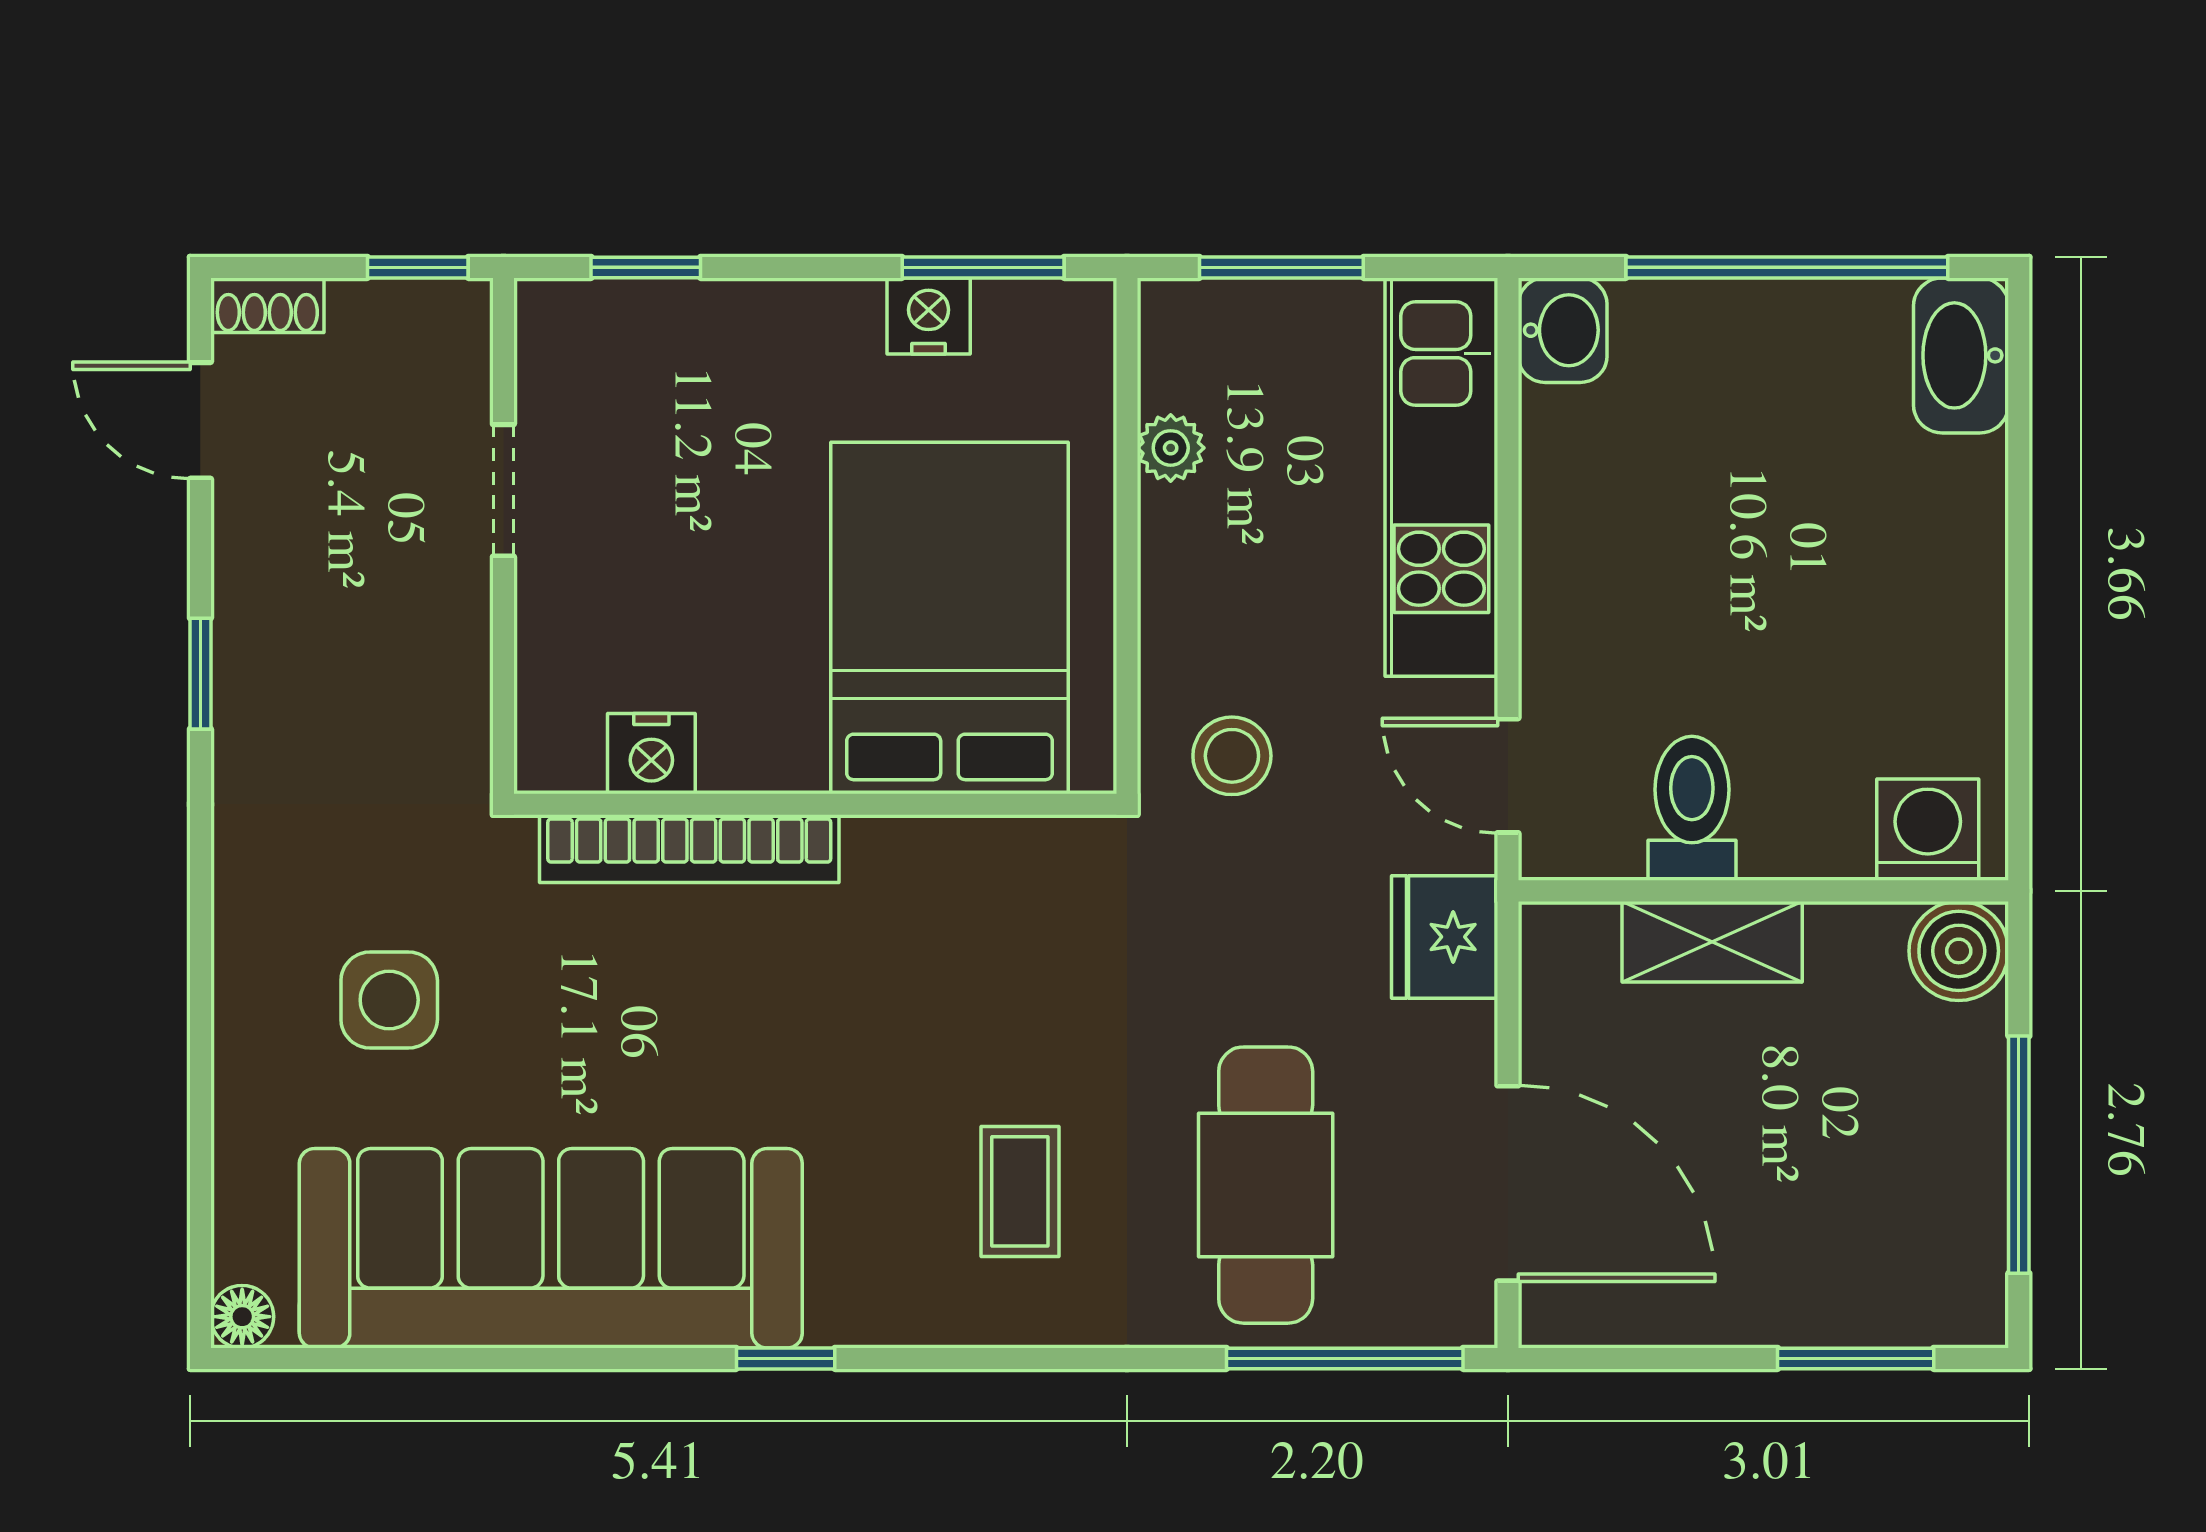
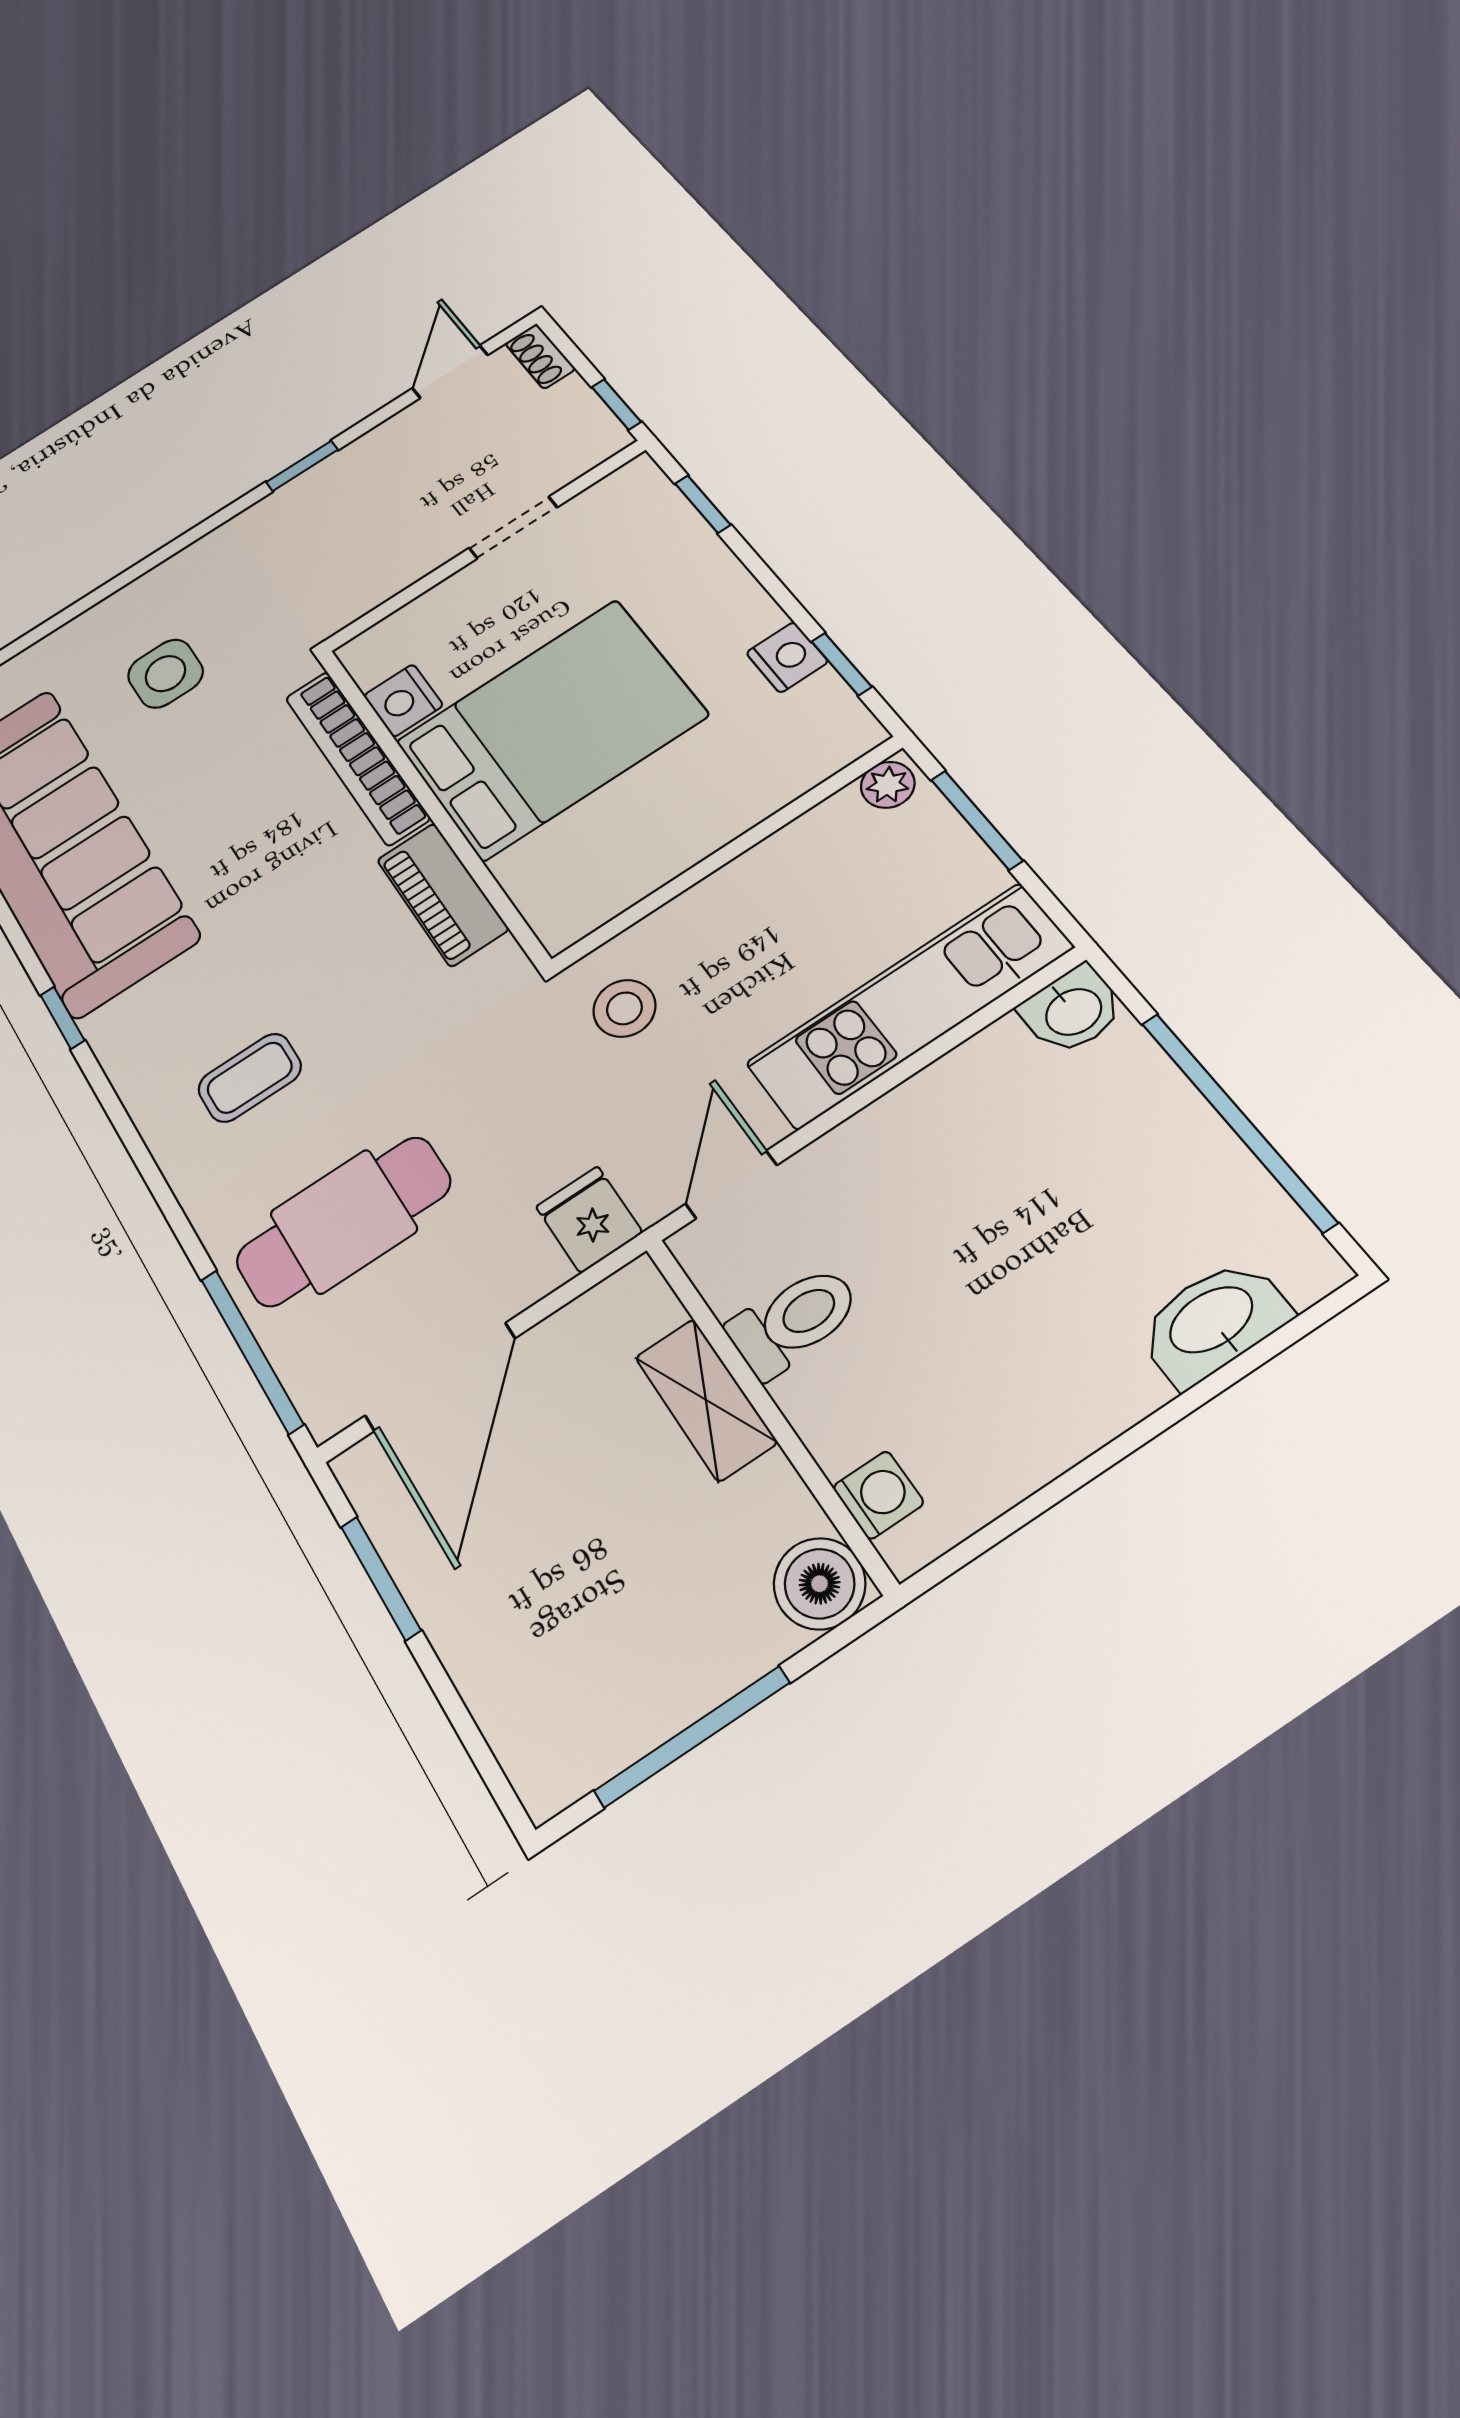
window: (983, 267) -> (841, 664), width x0.67
washbasin: (1961, 355) -> (1213, 1322), moved
plant: (1171, 448) -> (888, 785), moved
bed: (949, 618) -> (551, 729), moved
washing machine: (1928, 830) -> (878, 1495), width x0.73, depth x0.73
piano: (946, 860) -> (442, 894), added
fridge: (1445, 937) -> (589, 1220), width x0.72
window: (1856, 1358) -> (381, 1578), moved

